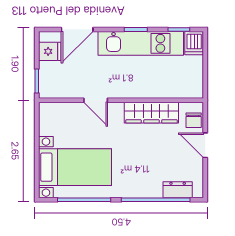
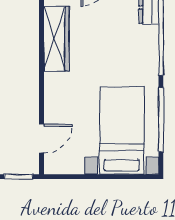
door: (96, 100) -> (41, 139), moved

